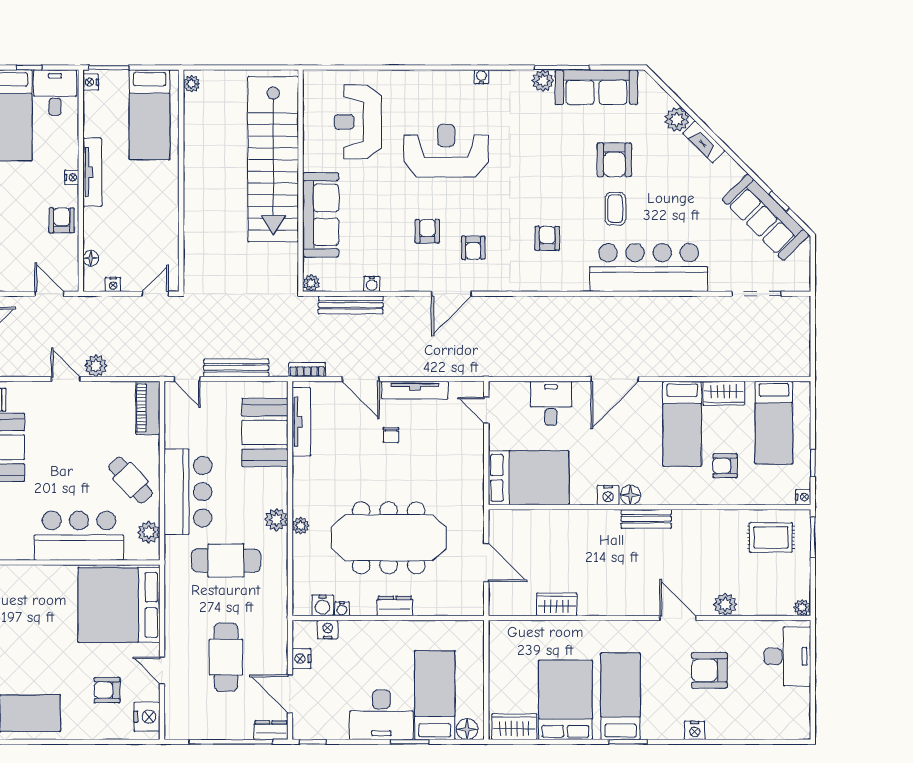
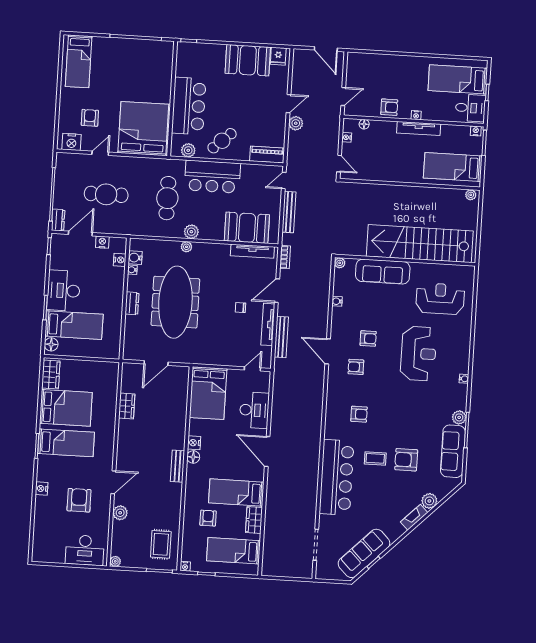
bench: (351, 305) -> (281, 337), moved
desk: (551, 403) -> (254, 410), width x1.37

